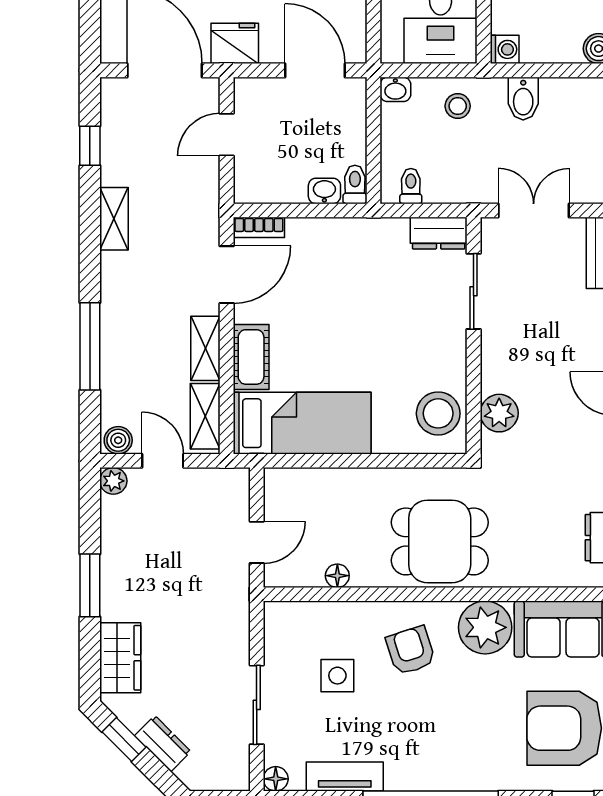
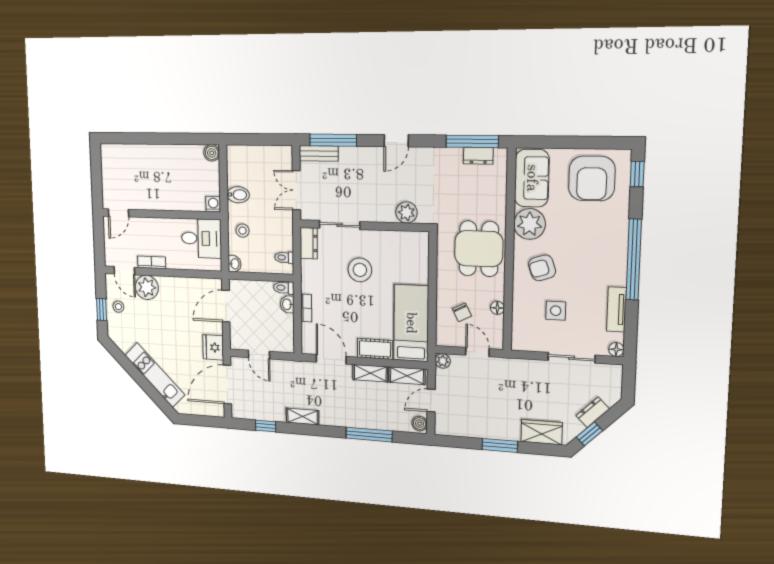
bookcase: (259, 227) -> (306, 308), moved
stool: (438, 413) -> (360, 270), moved
plant: (113, 481) -> (443, 361), moved
chair: (326, 514) -> (462, 312), added

